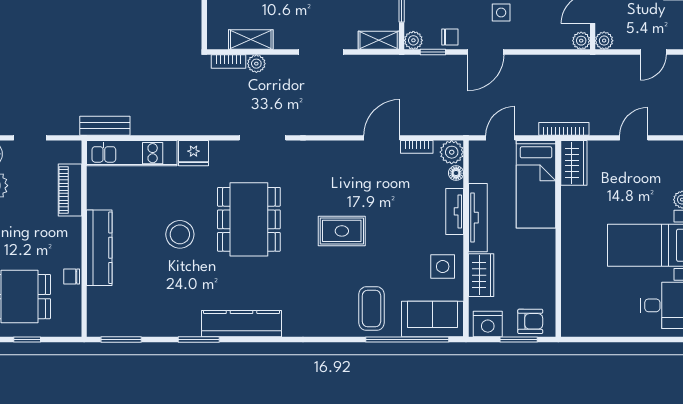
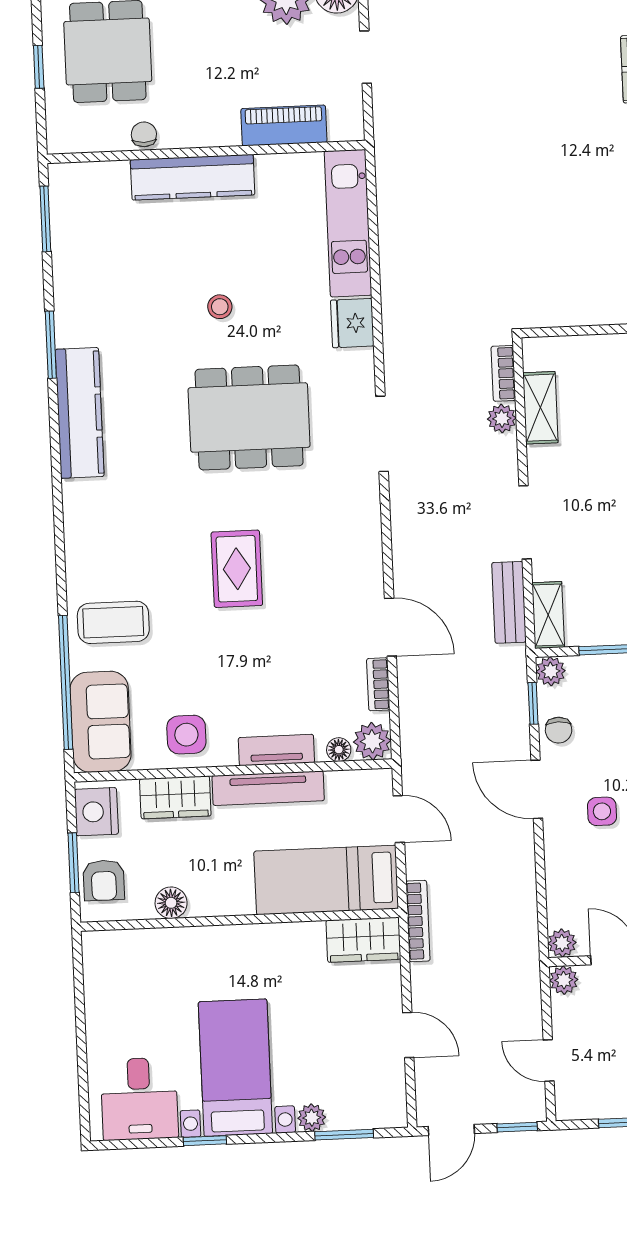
bench: (105, 126) -> (509, 602), moved
stool: (180, 234) -> (220, 307), width x0.53, depth x0.53
floor lamp: (546, 280) -> (171, 903), added

